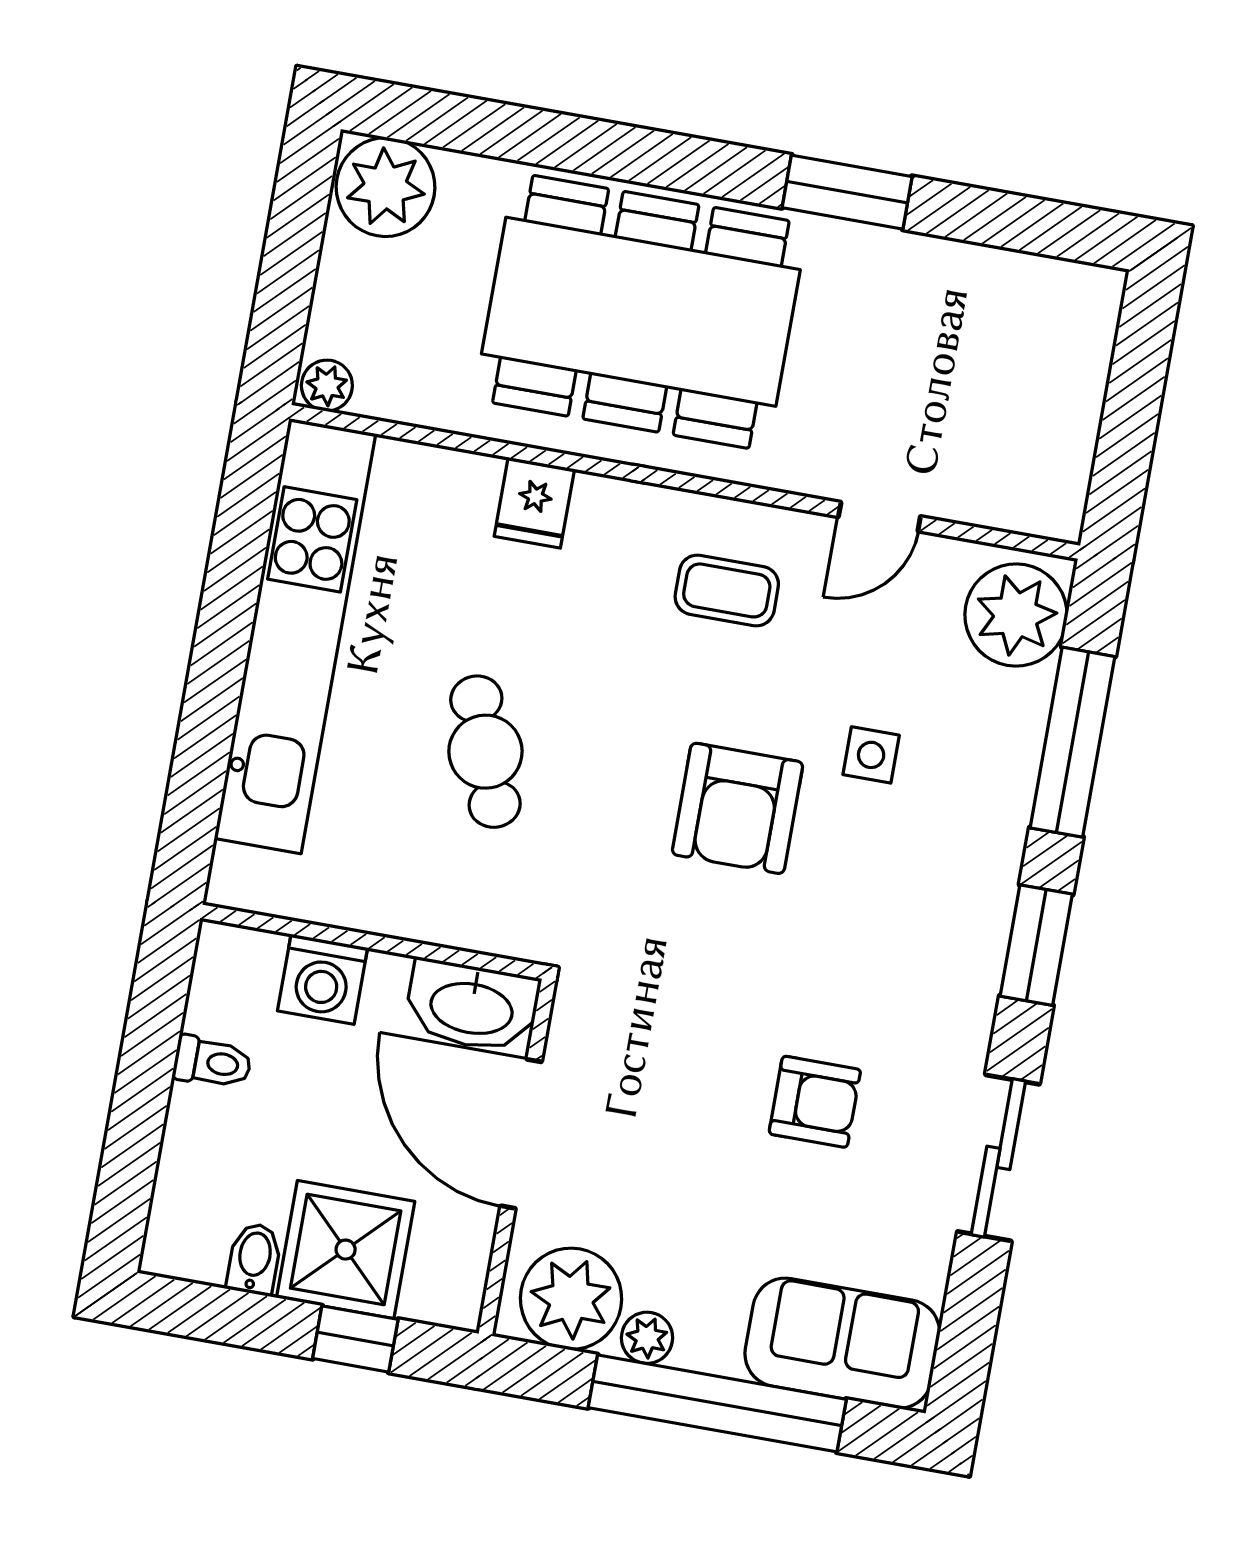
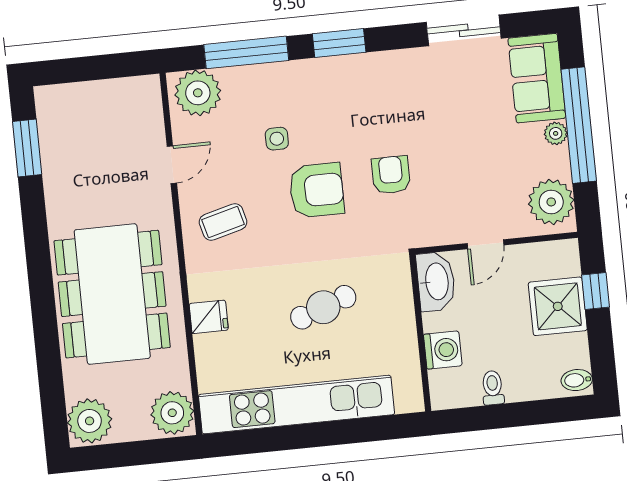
window: (847, 192) -> (27, 148), moved
plant: (327, 386) -> (172, 413), width x1.88, depth x1.88
door: (879, 517) -> (172, 165), hinge flipped
coffee table: (727, 590) -> (223, 222), turned 75
armchair: (815, 1102) -> (391, 175), moved
door: (521, 1134) -> (485, 244), width x0.53
sliding door: (998, 1158) -> (464, 30), moved
bidet: (254, 1259) -> (577, 380), moved
plant: (647, 1338) -> (556, 133), moved

